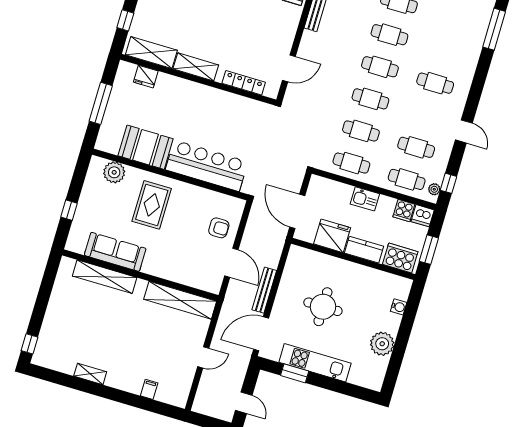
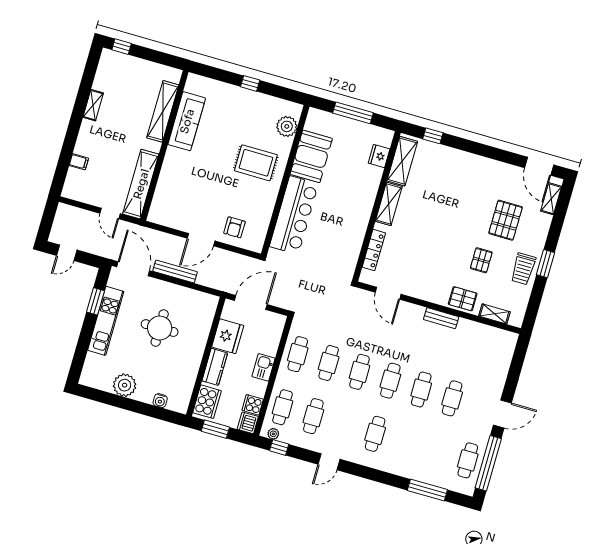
sofa: (115, 252) -> (187, 121), moved
wall: (140, 275) -> (164, 146), moved
shelving: (105, 277) -> (163, 111), moved
shelving: (180, 300) -> (141, 184), moved

